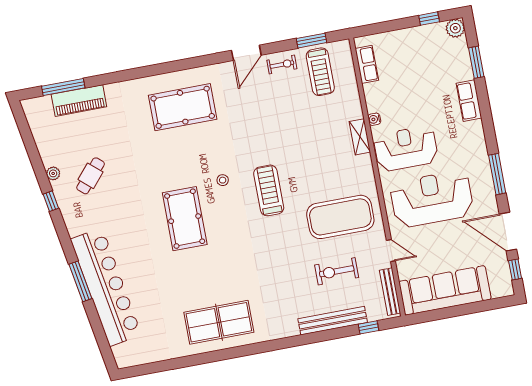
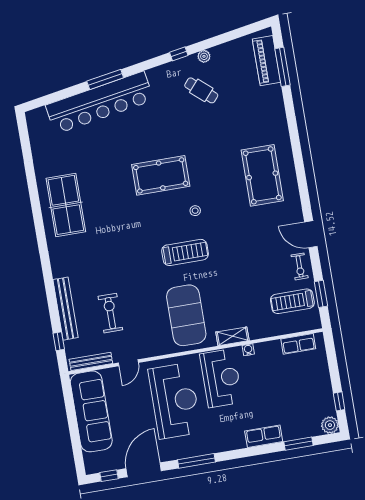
piano: (79, 101) -> (266, 61), moved
exercise mat: (340, 217) -> (186, 315), moved

